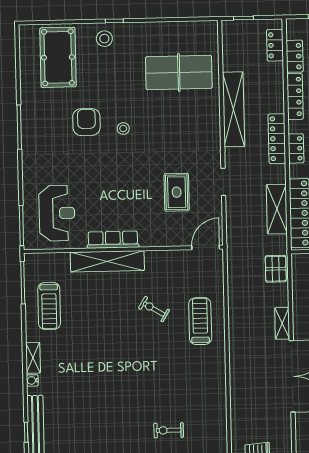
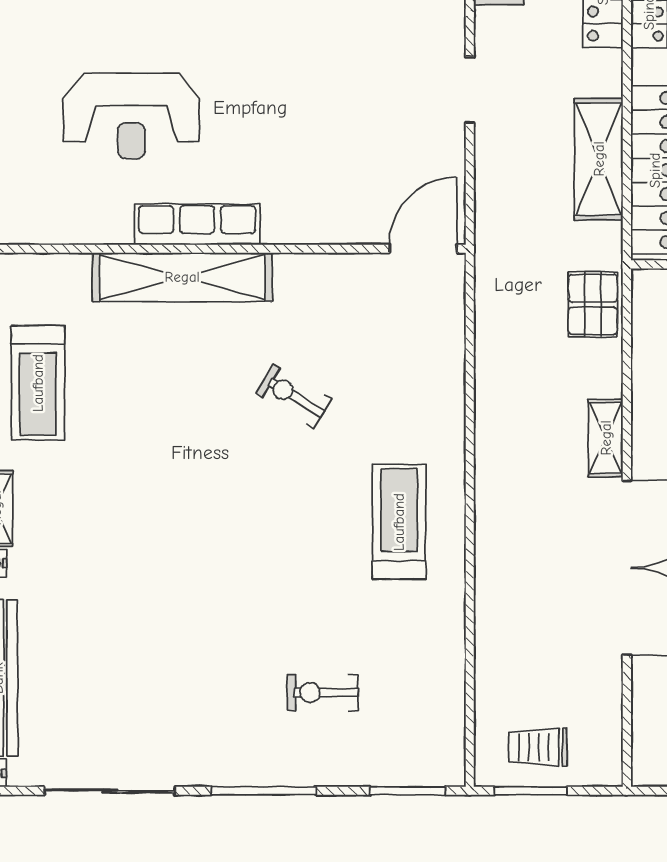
rug: (177, 192) -> (355, 112), removed
reception desk: (57, 213) -> (131, 116), moved, turned 90
treadmill: (200, 321) -> (399, 522), moved

